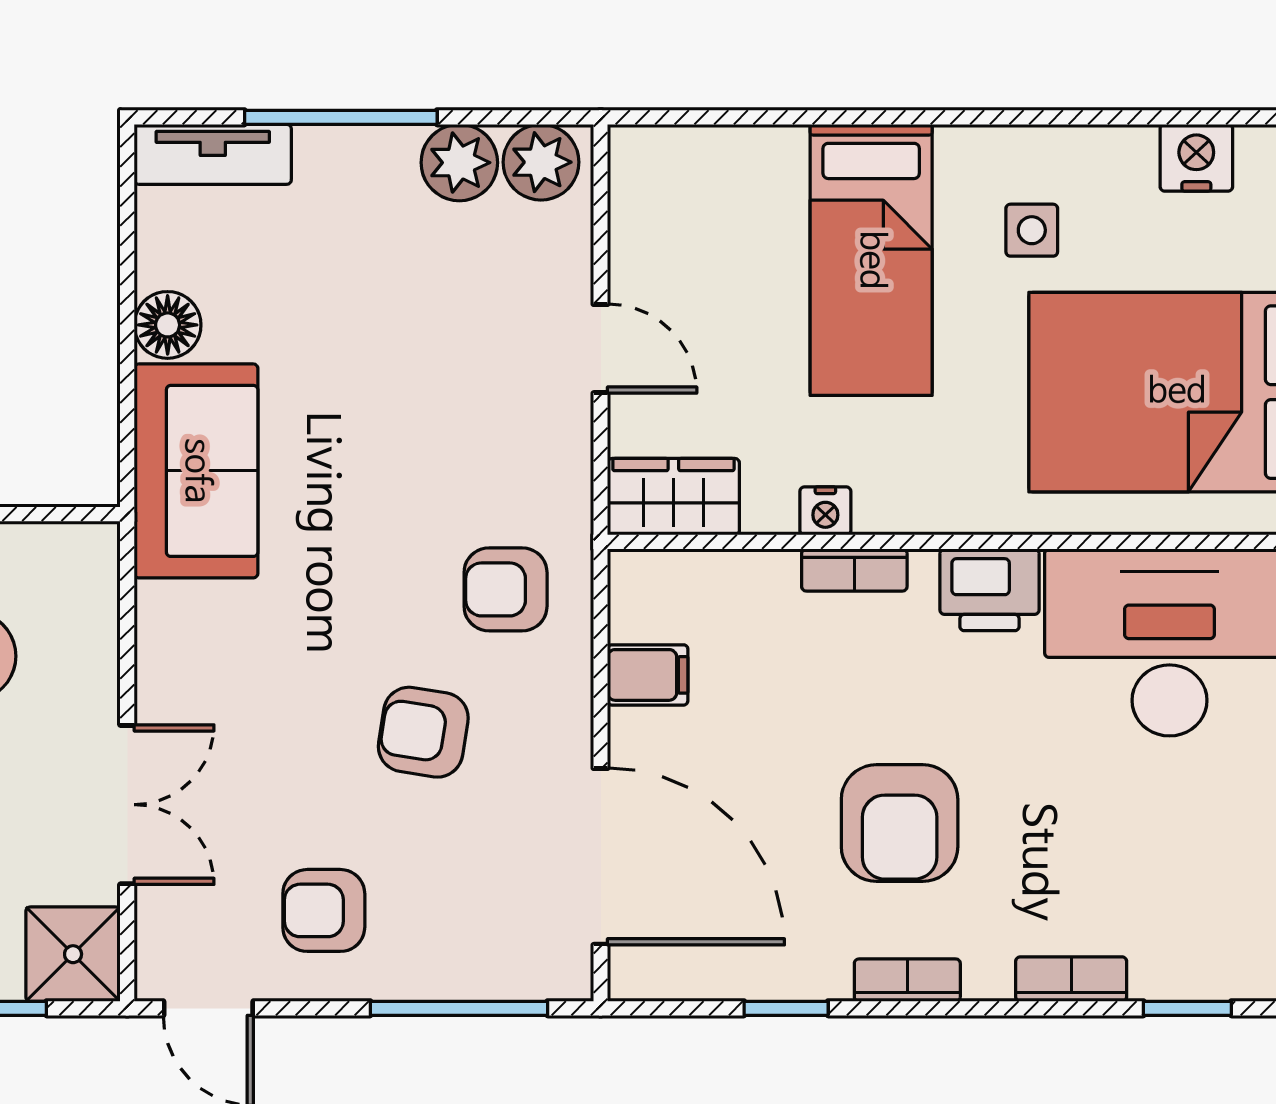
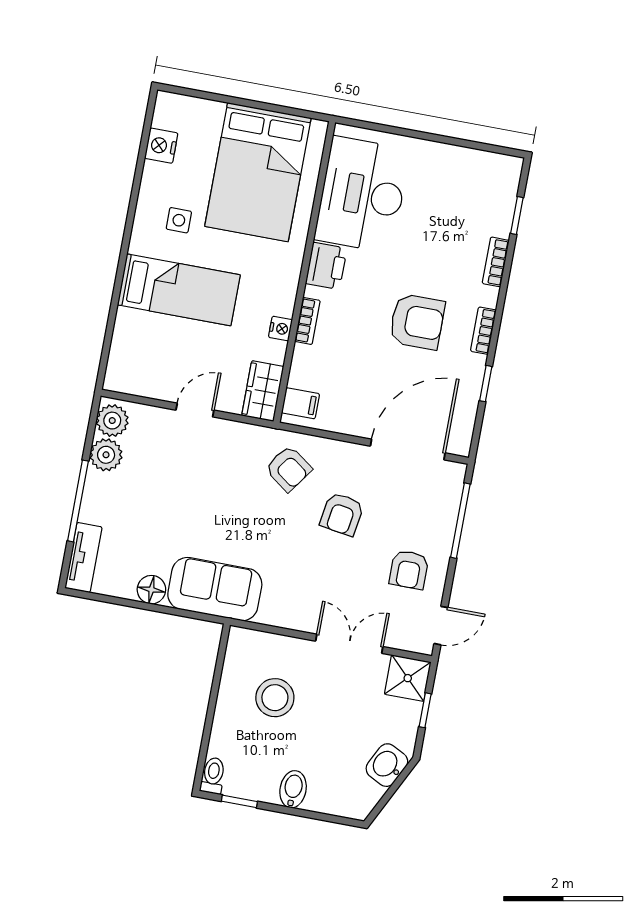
armchair: (506, 589) -> (288, 469), turned -54
filing cabinet: (648, 675) -> (300, 403), moved, turned 90

